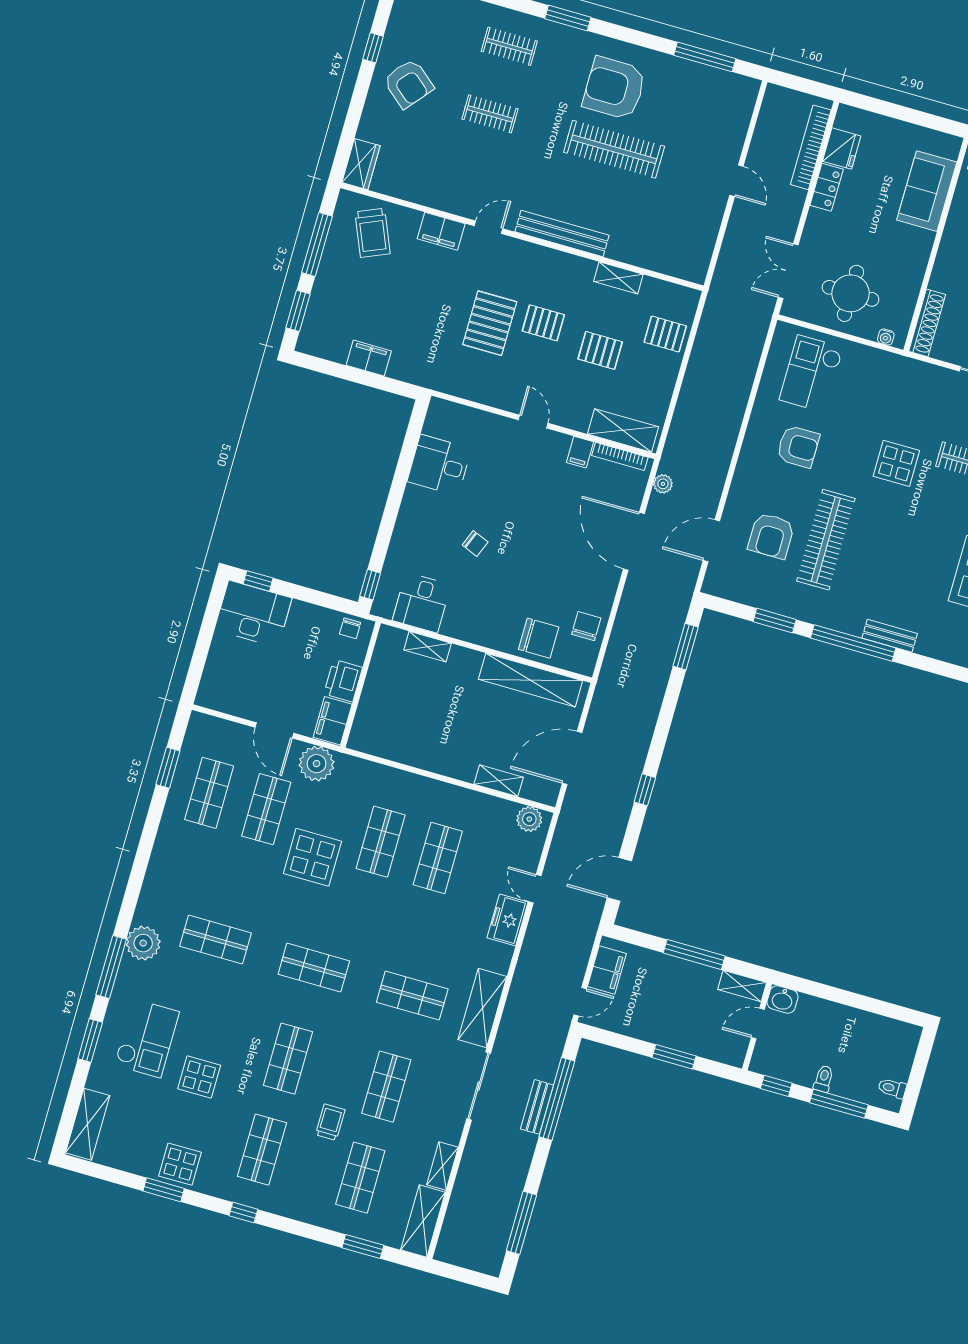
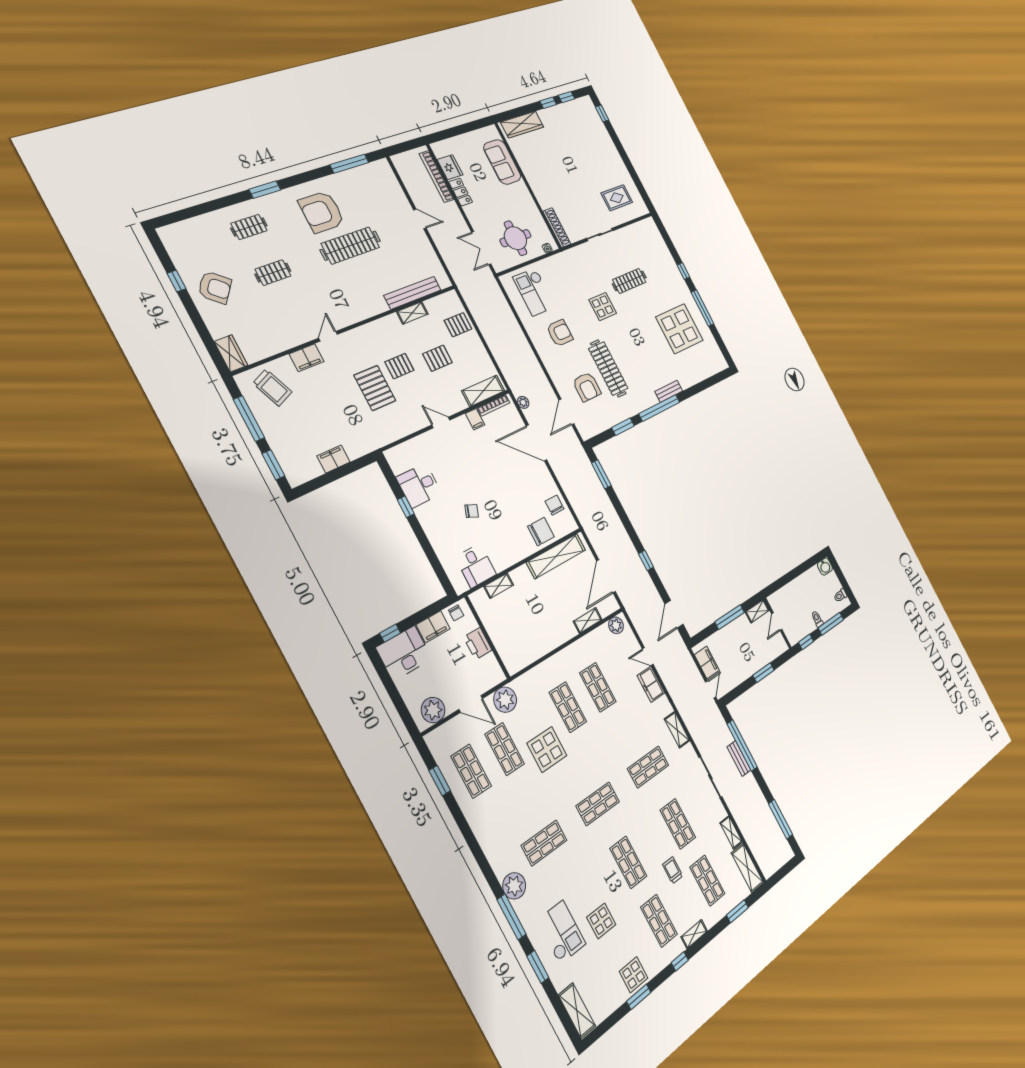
bench: (562, 233) -> (413, 293), moved
window: (370, 585) -> (406, 507), moved
plant: (229, 696) -> (433, 710), added
filing cabinet: (333, 721) -> (433, 627), moved, turned -90
washbasin: (782, 999) -> (825, 567), moved
shelving: (482, 1008) -> (677, 730), width x0.67, depth x0.75
shelving: (288, 1208) -> (694, 934), added

